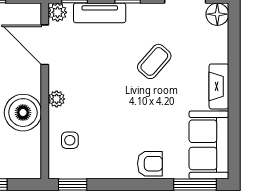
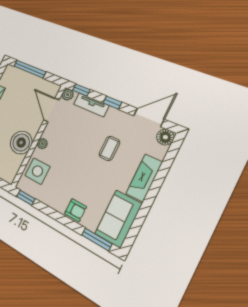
coffee table: (154, 61) -> (109, 148), turned -41
fireplace: (219, 86) -> (144, 178), width x1.37, depth x1.32
side table: (70, 140) -> (37, 171), width x1.87, depth x1.87

